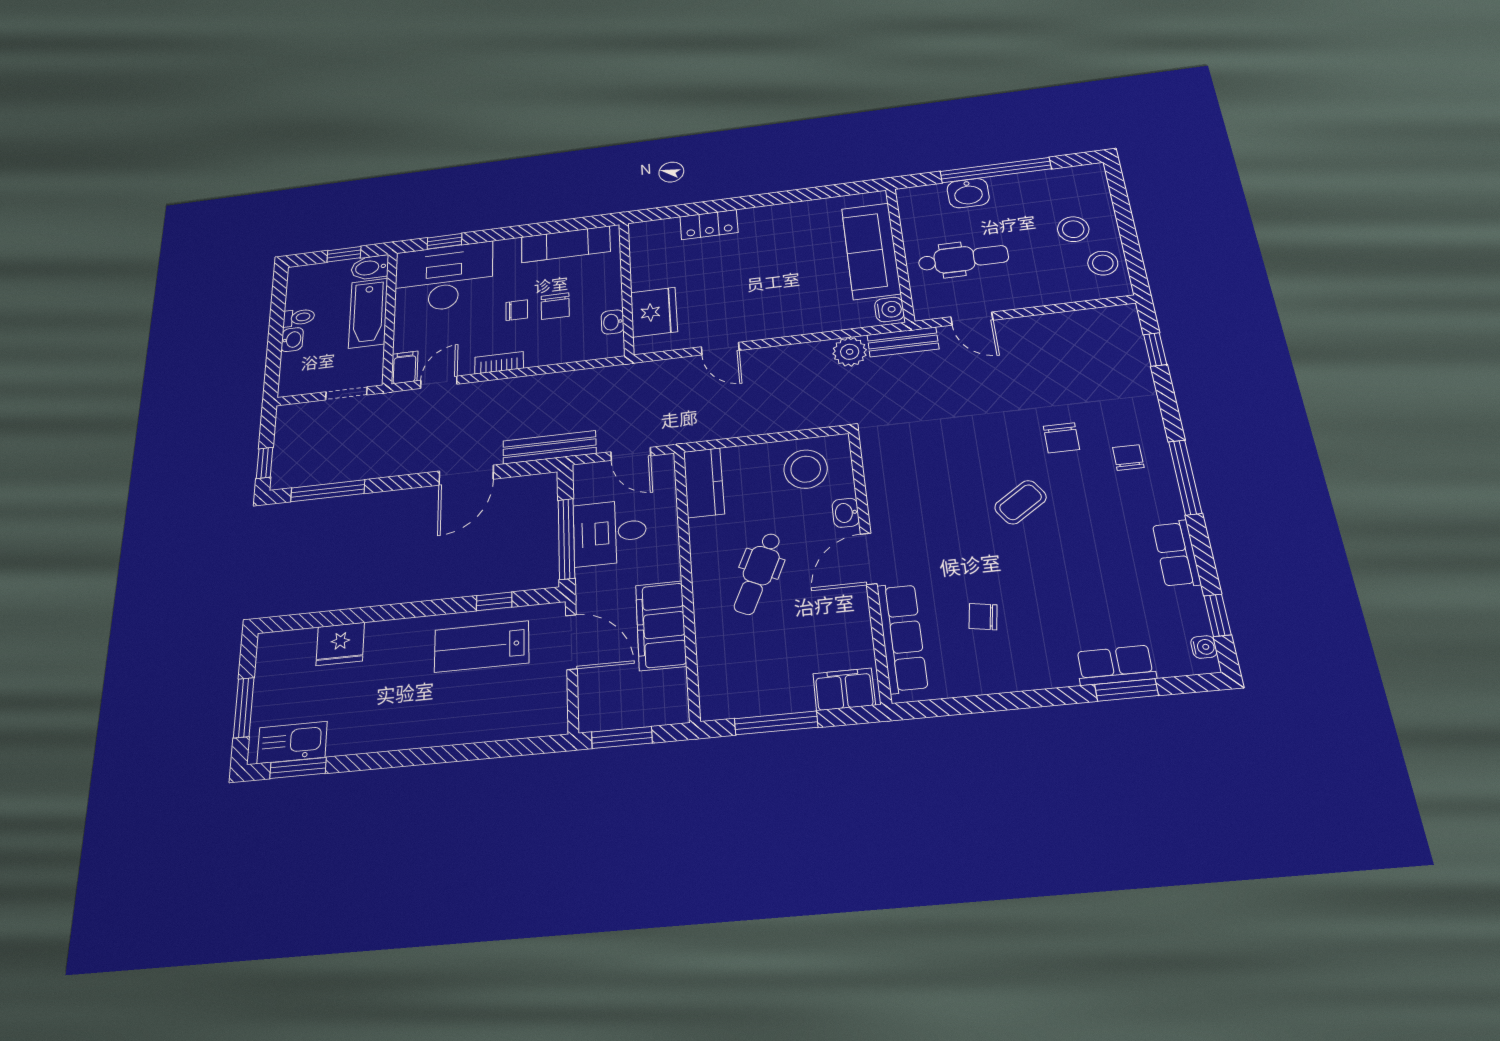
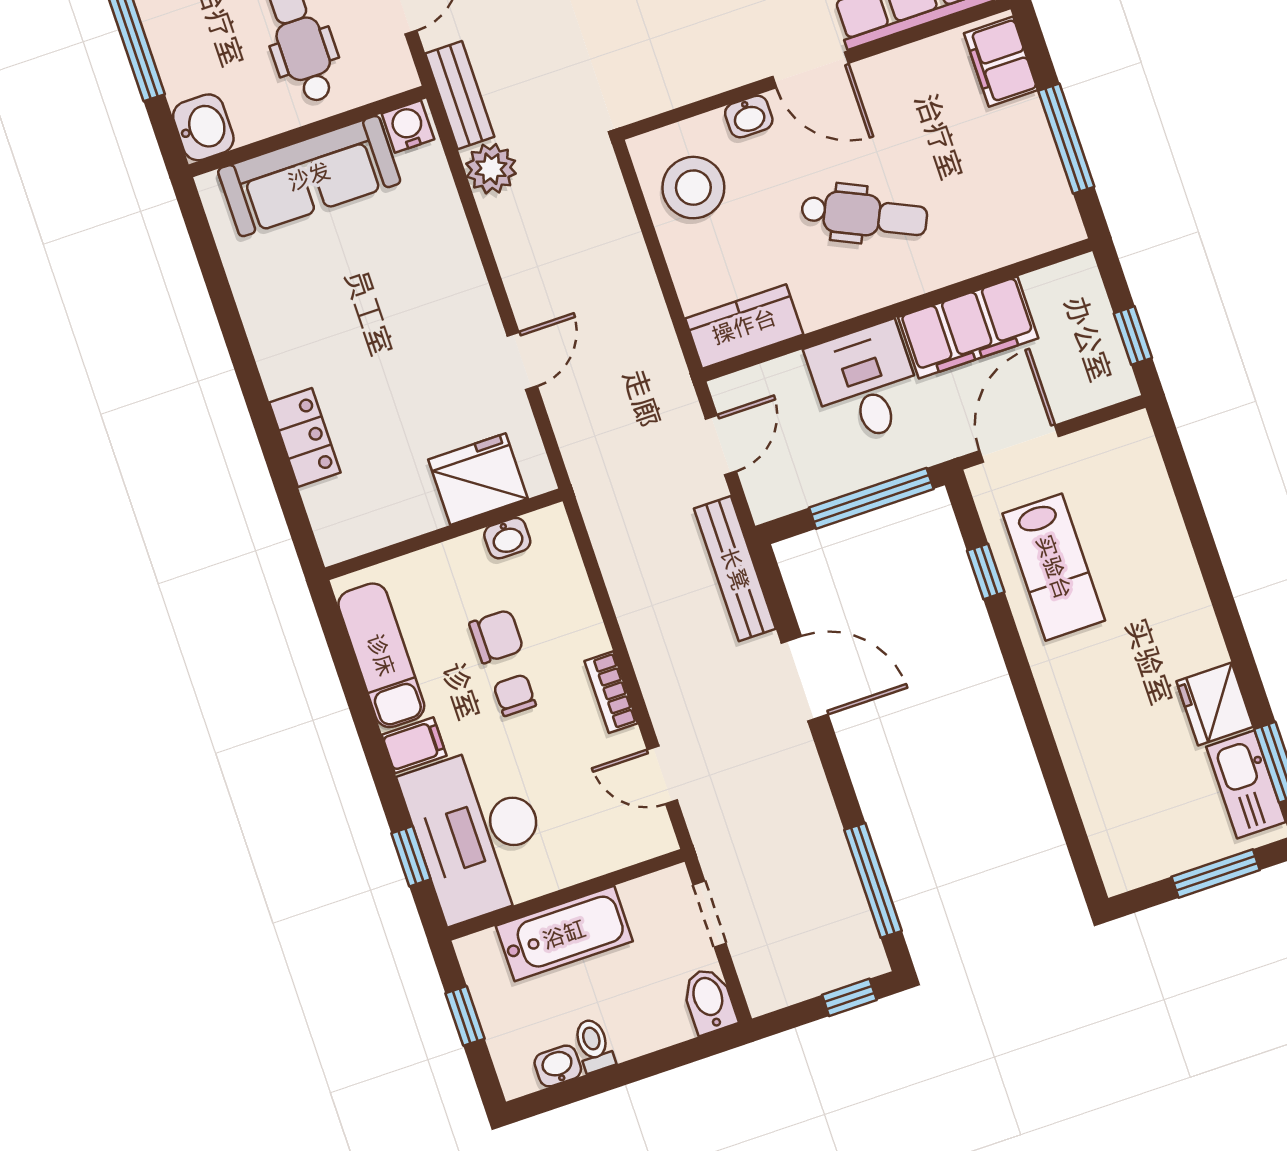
washbasin: (968, 193) -> (203, 127), moved
bidet: (370, 268) -> (709, 1001), moved, turned 180
washbasin: (292, 340) -> (558, 1066), moved
filing cabinet: (405, 368) -> (414, 745), moved, turned 180
desk: (610, 533) -> (865, 383), moved, turned 180
fridge: (340, 644) -> (1215, 704), moved, turned 180
window: (622, 737) -> (1133, 336), width x0.67

